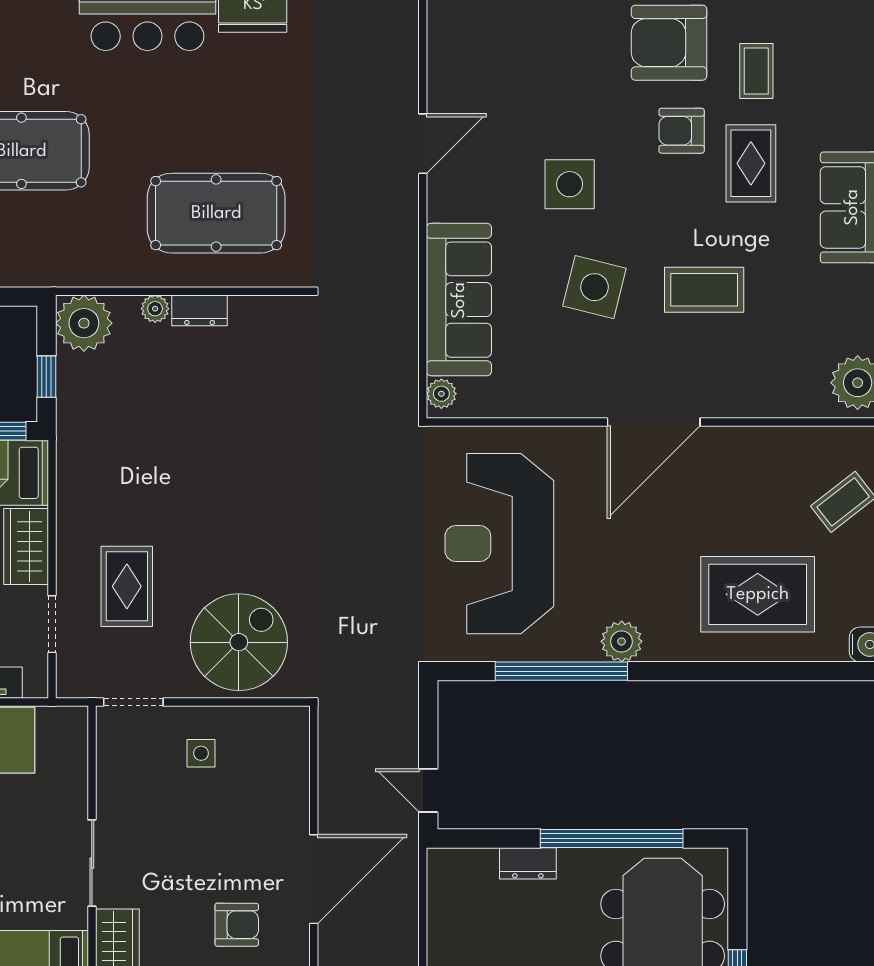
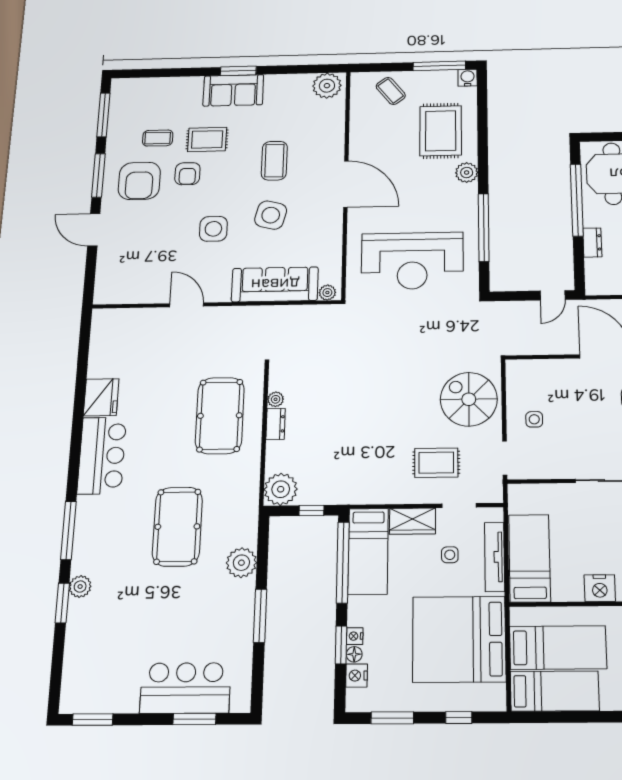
plant: (155, 309) -> (276, 399), moved
plant: (622, 641) -> (467, 173), moved

